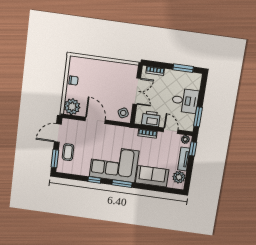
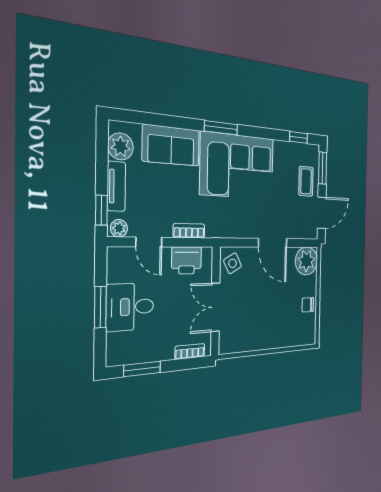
window: (198, 117) -> (100, 307), moved
window: (94, 180) -> (299, 137), moved

